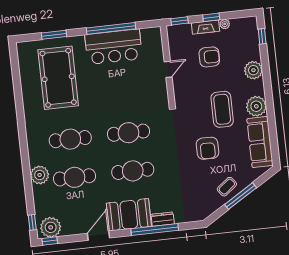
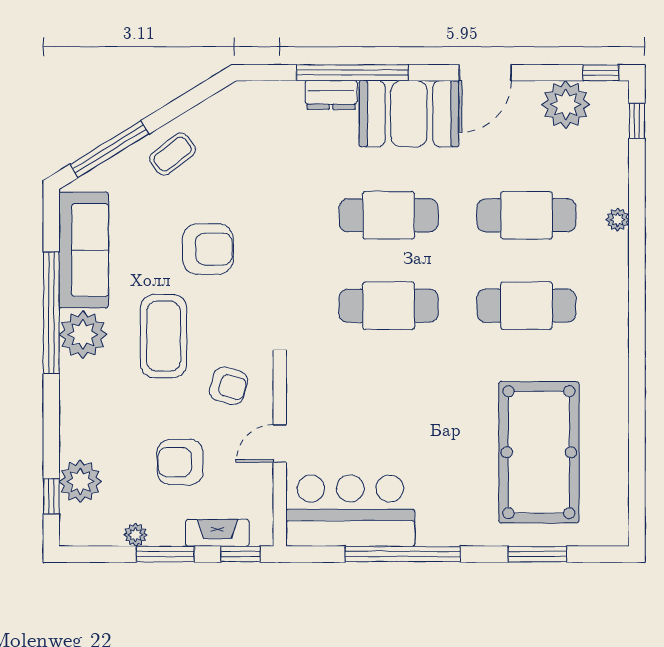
window: (211, 17) -> (165, 554), width x1.50
fireplace: (205, 27) -> (217, 533), moved
bar counter: (113, 47) -> (350, 511), moved
plant: (253, 70) -> (80, 481), moved
armchair: (192, 91) -> (228, 386), added
window: (271, 114) -> (51, 313), added
armchair: (208, 148) -> (208, 249), turned 90
plant: (40, 175) -> (618, 220), width x0.53, depth x0.53
window: (241, 196) -> (109, 149), moved
plant: (51, 227) -> (566, 104), moved

